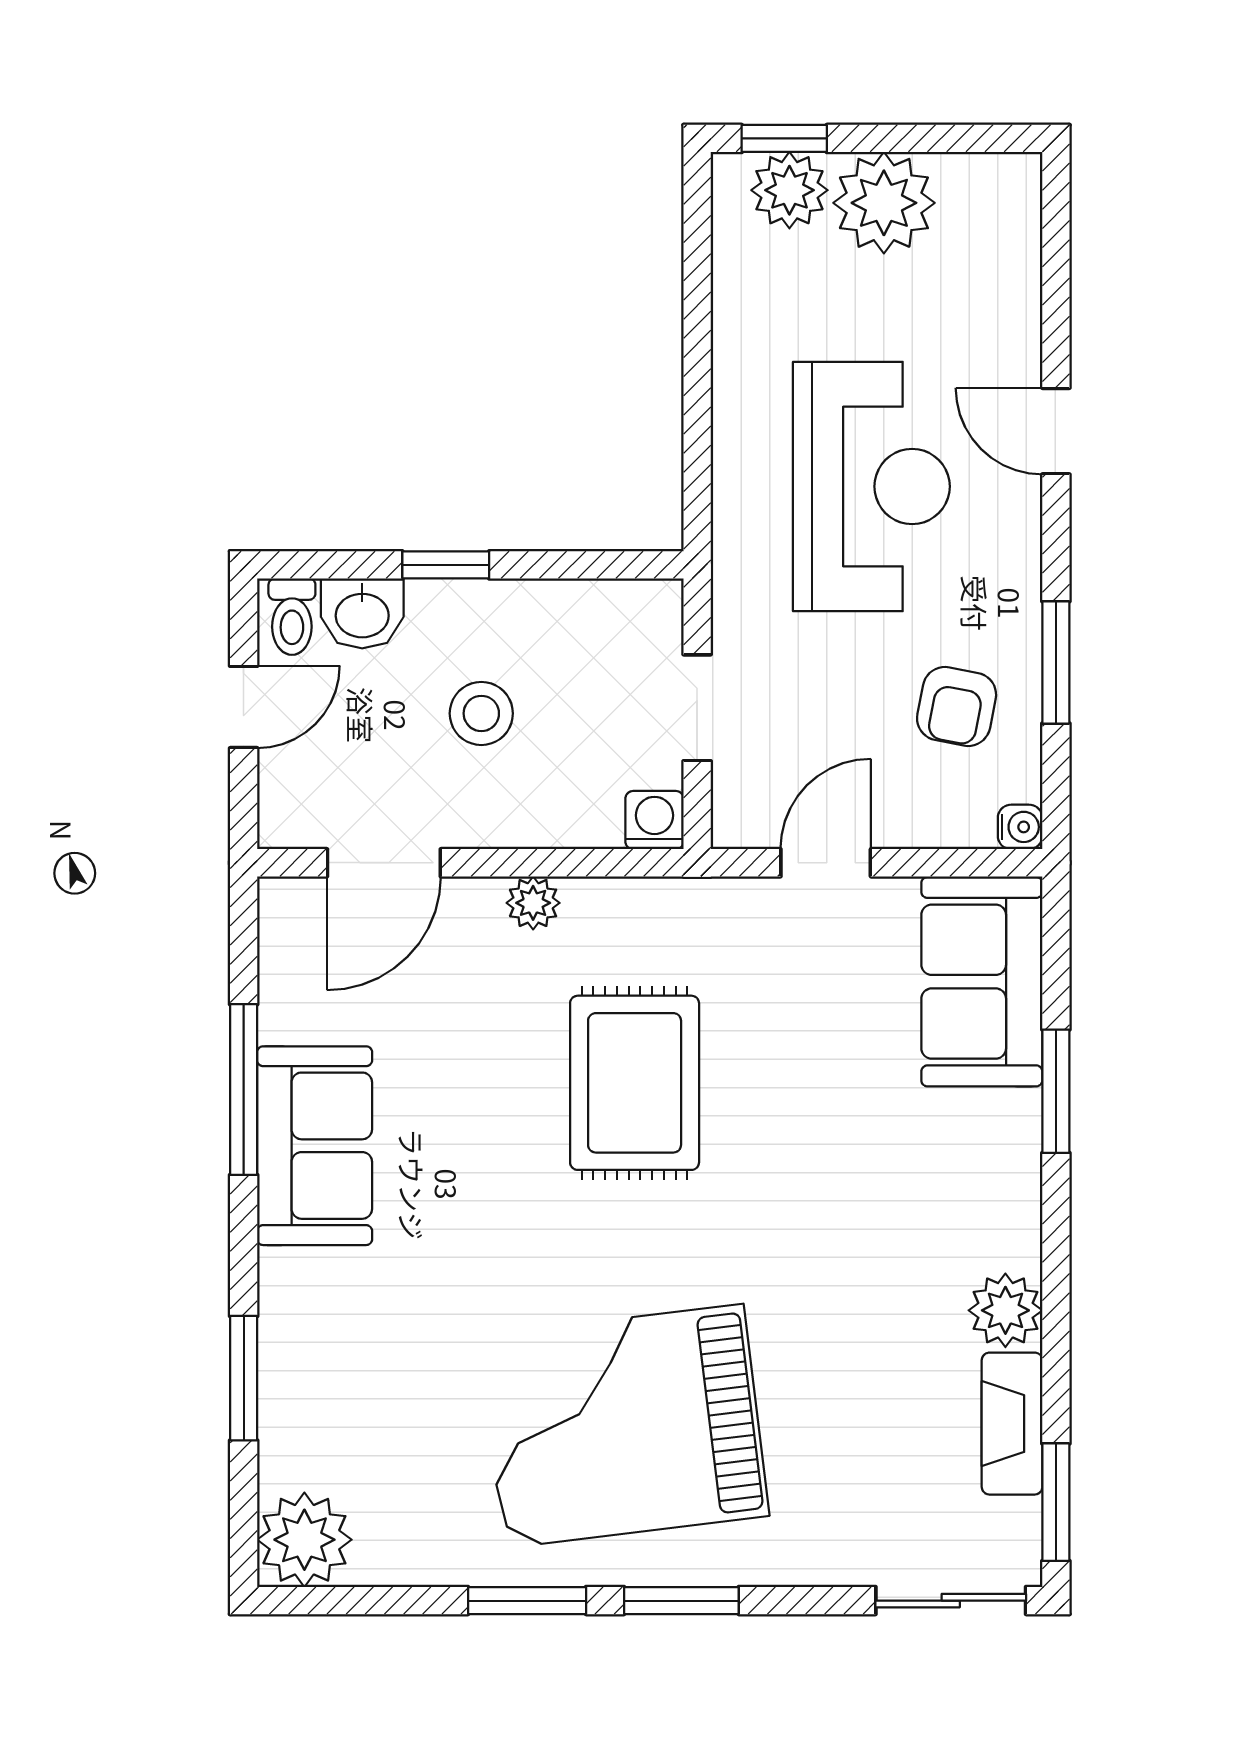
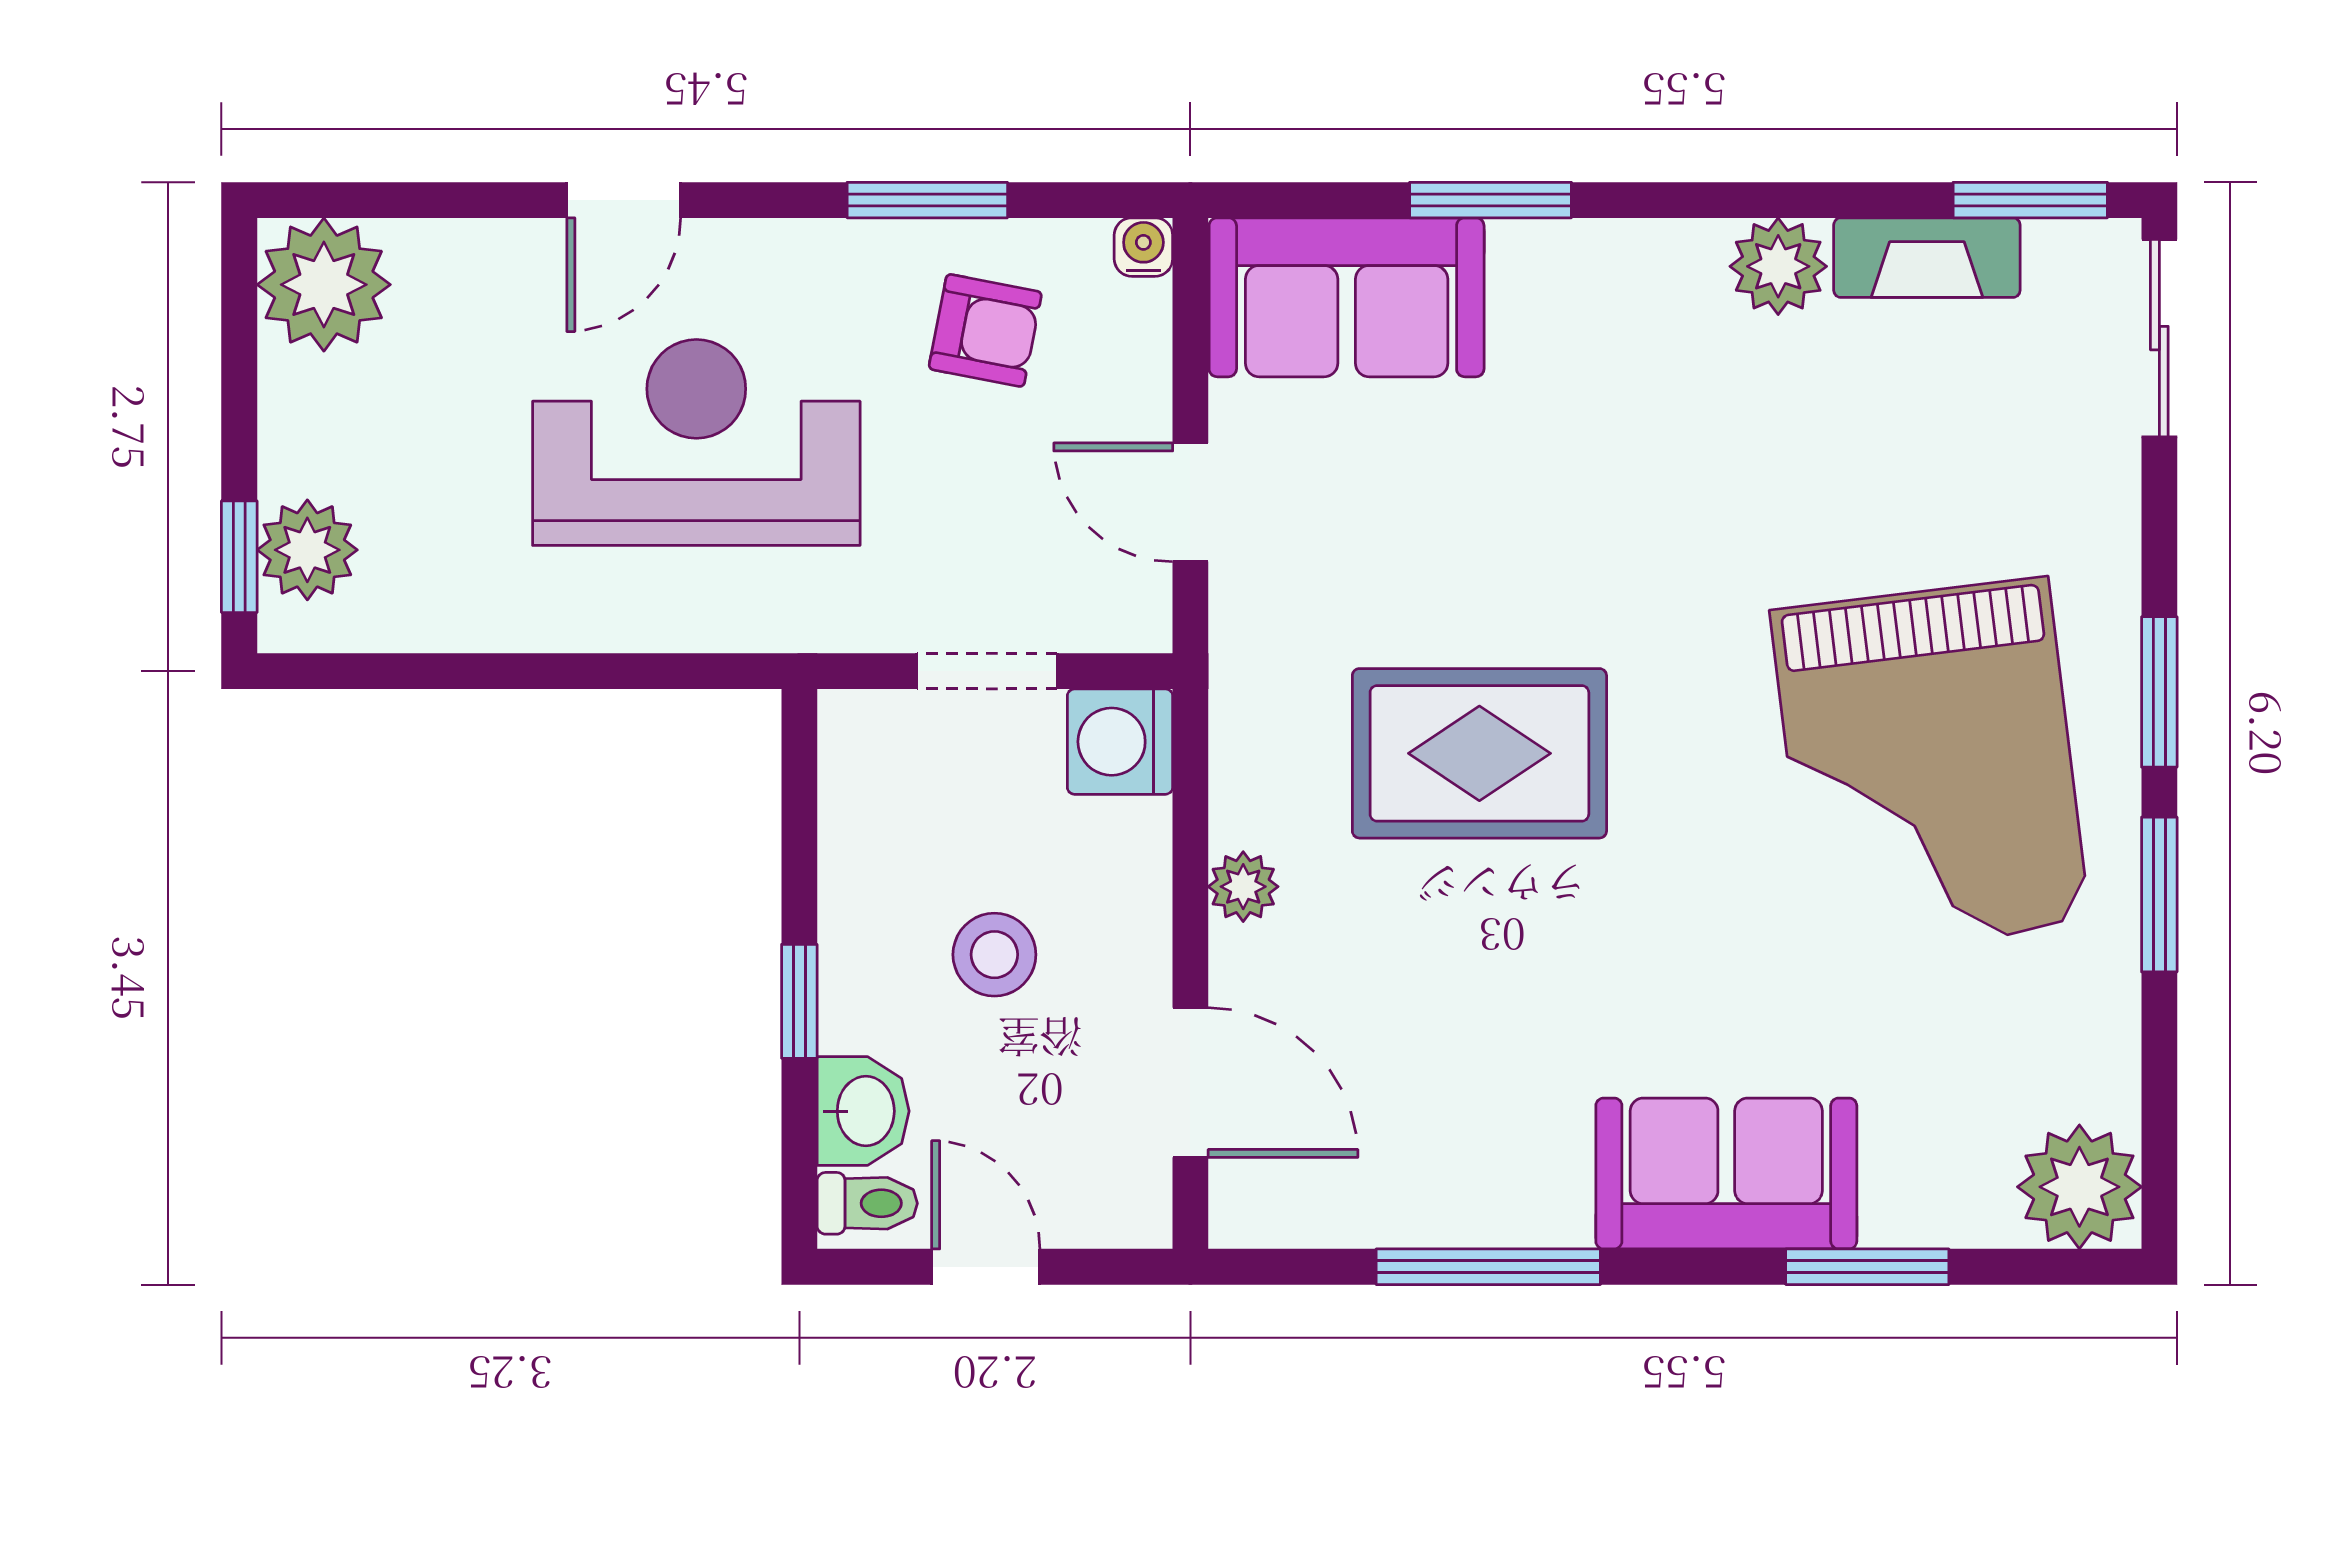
plant: (884, 203) -> (324, 285), moved
washing machine: (654, 820) -> (1120, 742), width x1.38, depth x1.38
sofa: (315, 1146) -> (1726, 1173), moved

